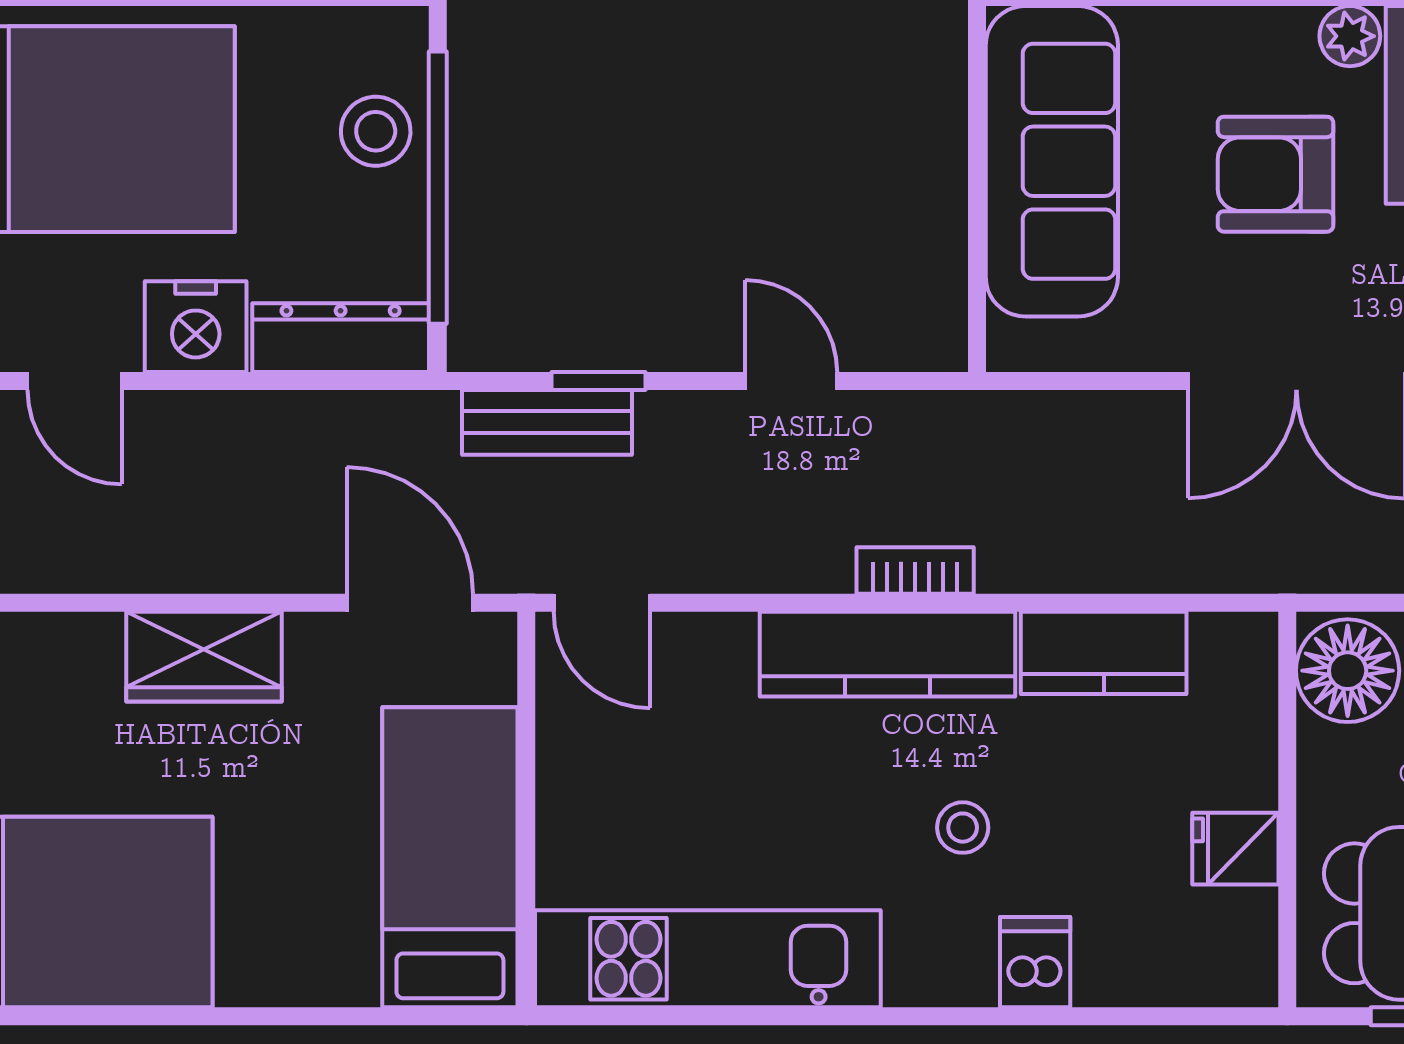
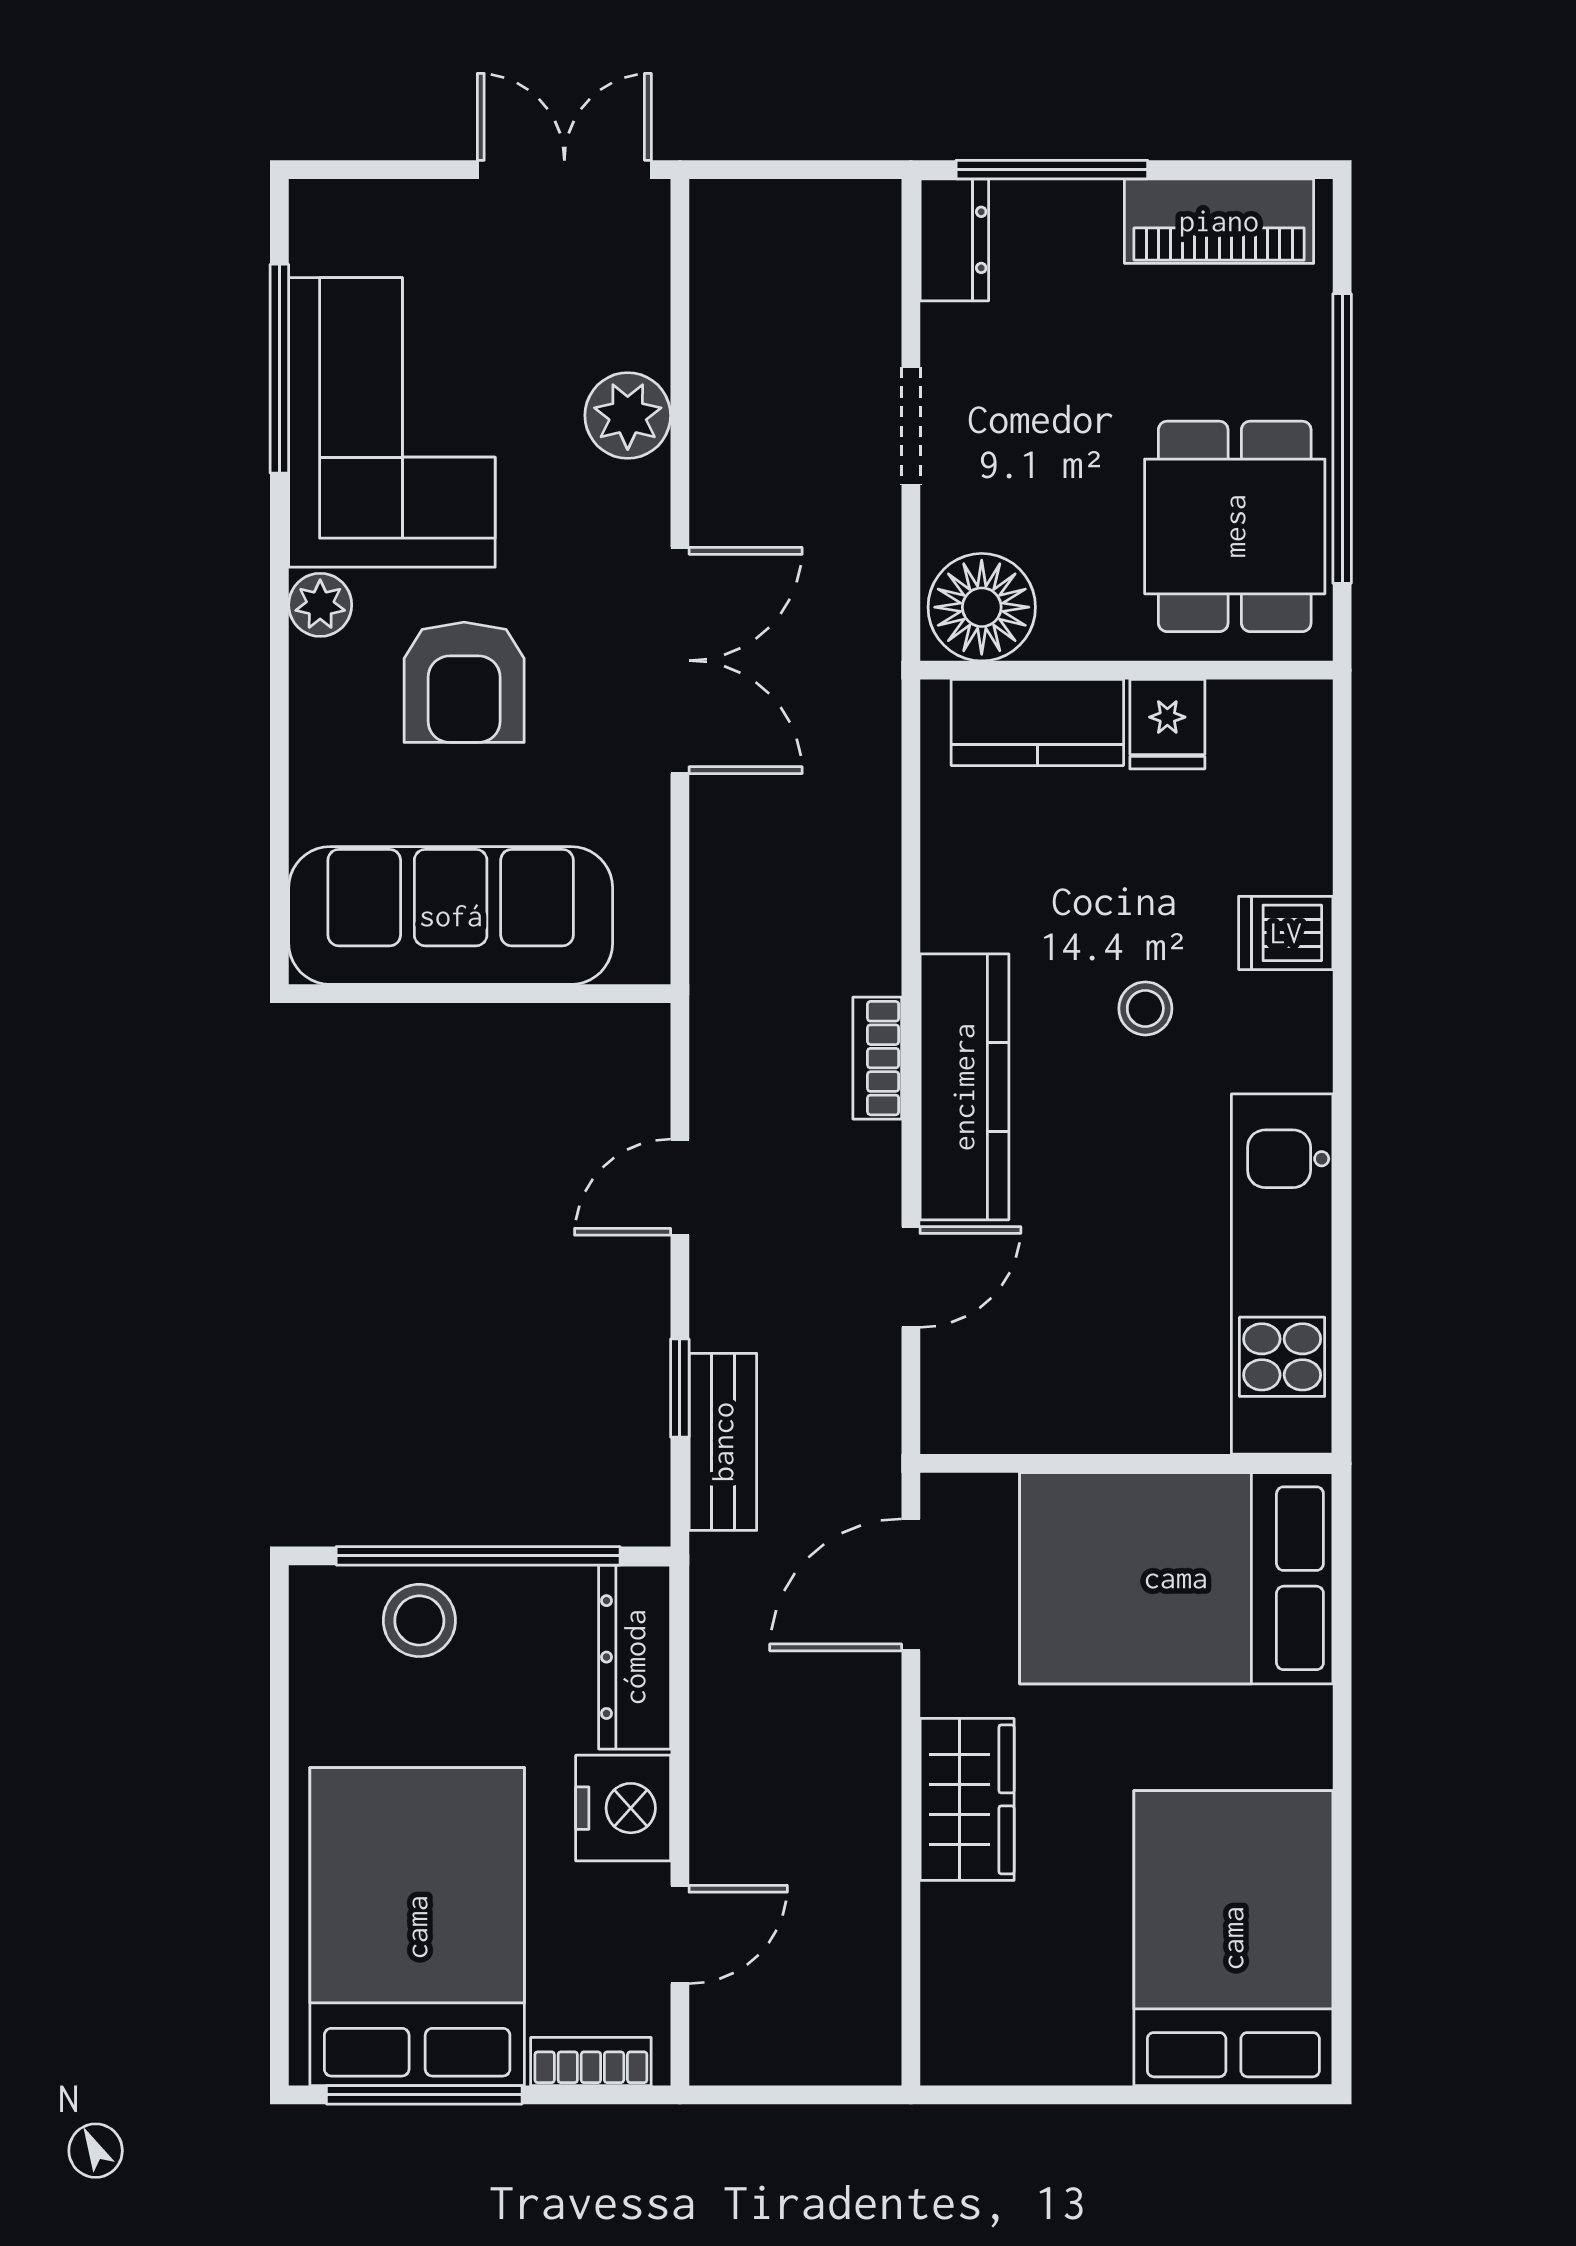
door: (602, 603) -> (911, 1277), moved
kitchen counter: (1104, 653) -> (1037, 722), moved, turned 90
bed: (450, 857) -> (1176, 1578), width x1.50

